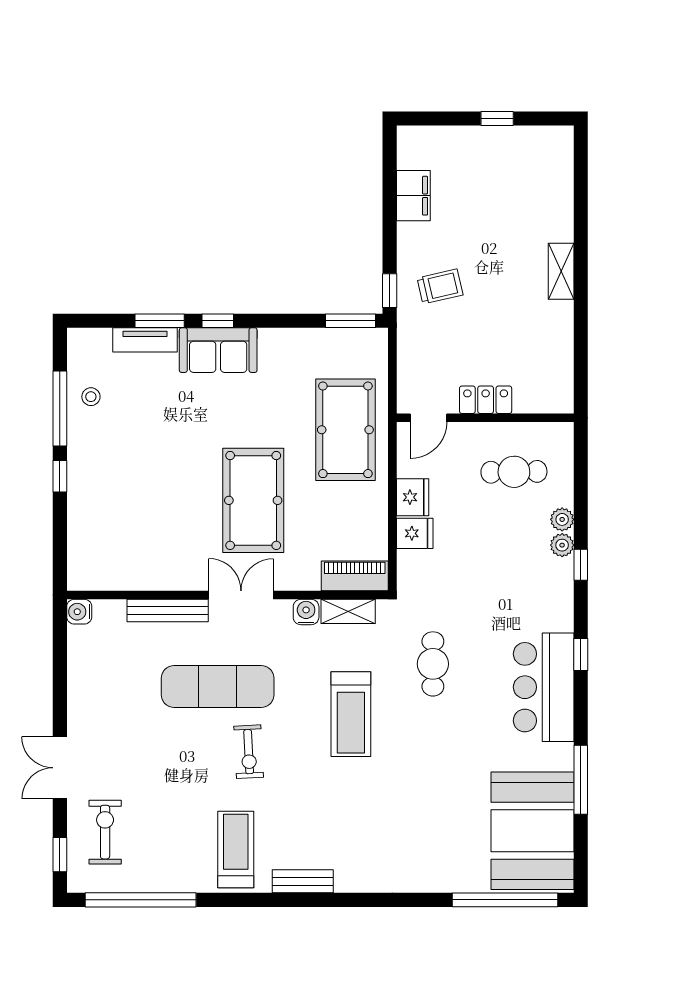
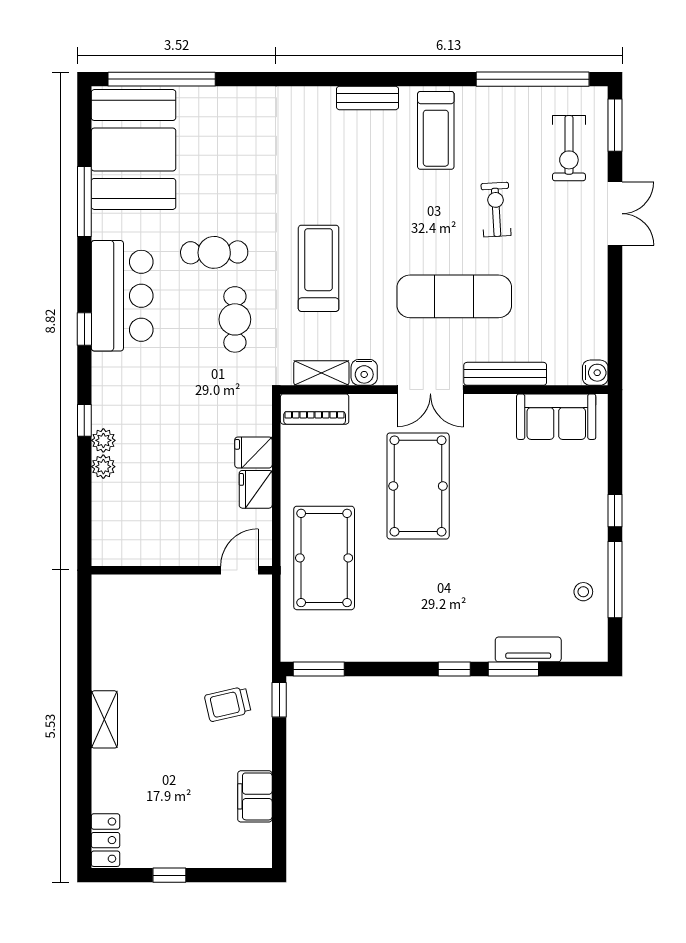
sofa: (218, 350) -> (556, 417), moved, turned 180
locker: (486, 400) -> (105, 840), moved, turned -90
cafe table: (514, 472) -> (214, 252), moved
exercise bike: (249, 752) -> (496, 210), moved
window: (60, 855) -> (615, 125), width x1.50

